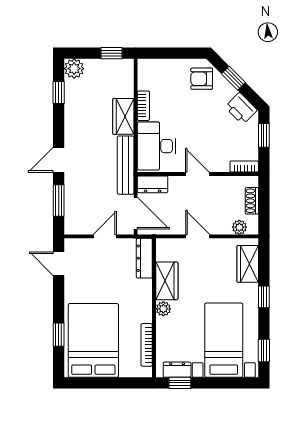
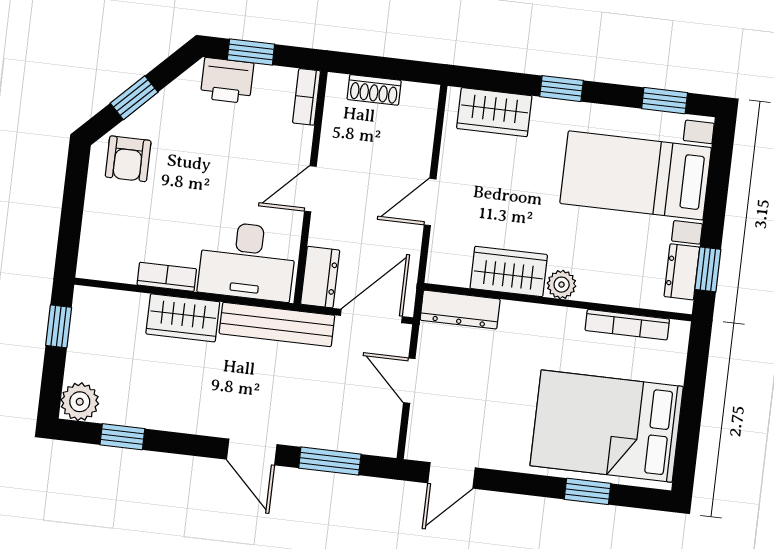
printer: (241, 108) -> (227, 81), moved, turned 45
plant: (239, 227) -> (422, 120), removed

